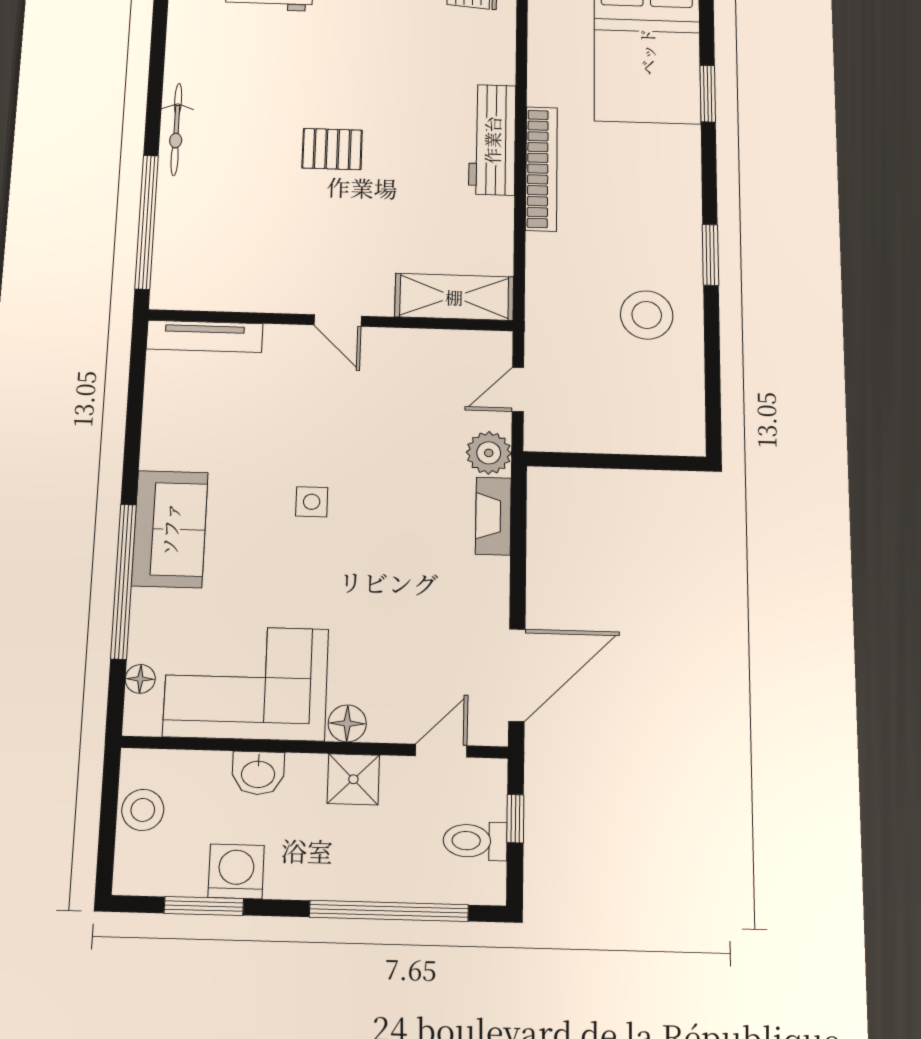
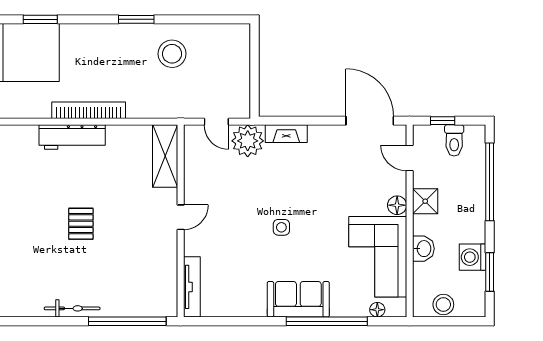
plant: (489, 453) -> (248, 141), width x1.36, depth x1.36

